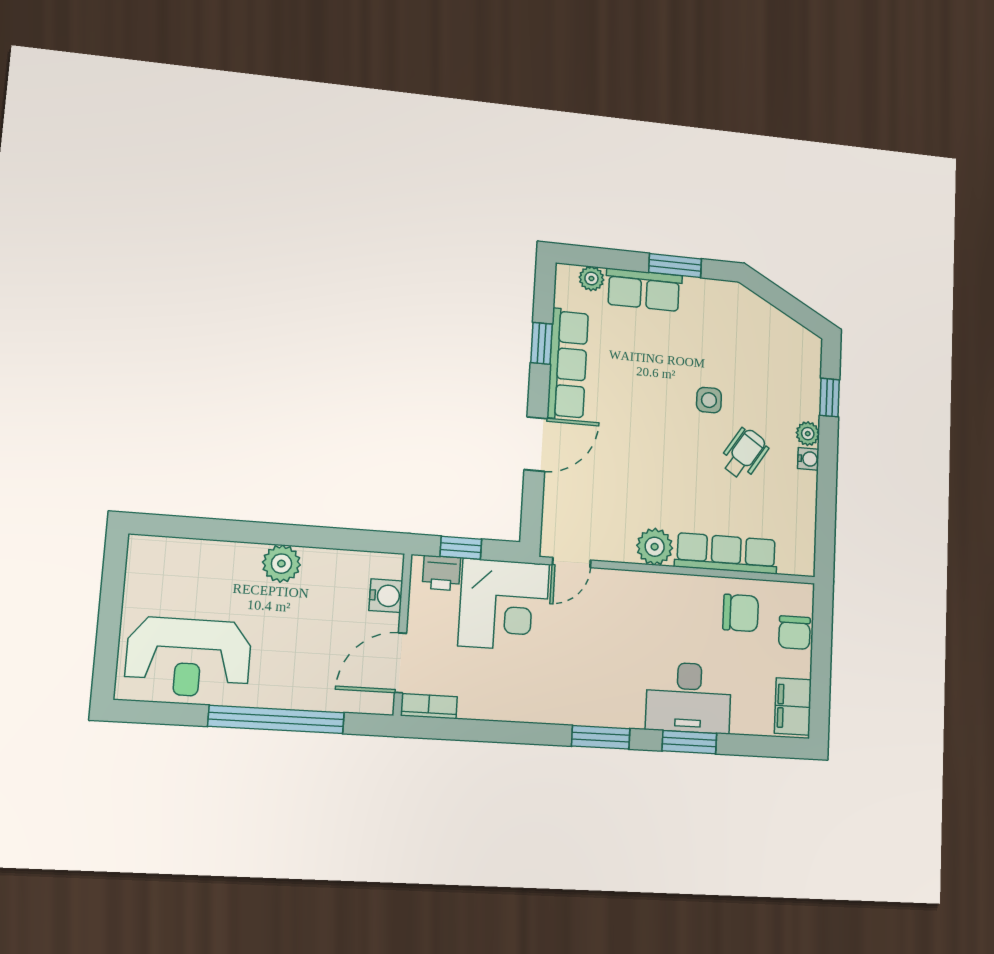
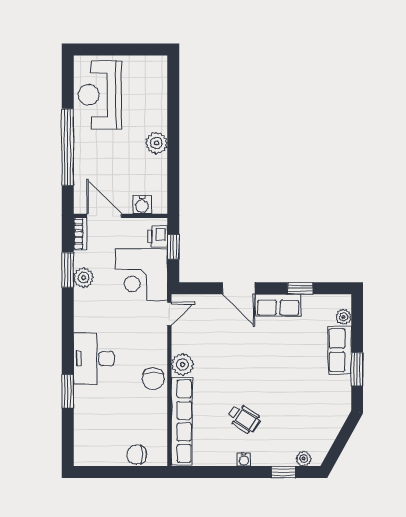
row of seats: (568, 364) -> (278, 305), width x0.68
side table: (709, 400) -> (275, 394), removed
plant: (808, 434) -> (304, 459), moved
row of seats: (726, 553) -> (182, 421), width x1.36
door: (572, 562) -> (169, 314), swing flipped
chair: (741, 613) -> (153, 379), moved
desk: (689, 698) -> (94, 359), moved
plant: (503, 704) -> (84, 278), added
filing cabinet: (793, 706) -> (92, 455), removed
window: (601, 737) -> (68, 270), moved

